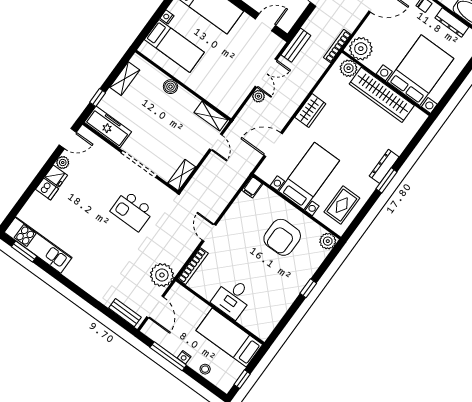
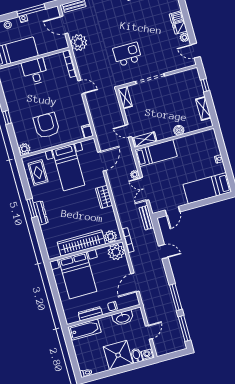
bed: (174, 46) -> (156, 153), moved, turned 180
freezer: (108, 127) -> (184, 78), removed
door: (68, 139) -> (195, 51), hinge flipped

